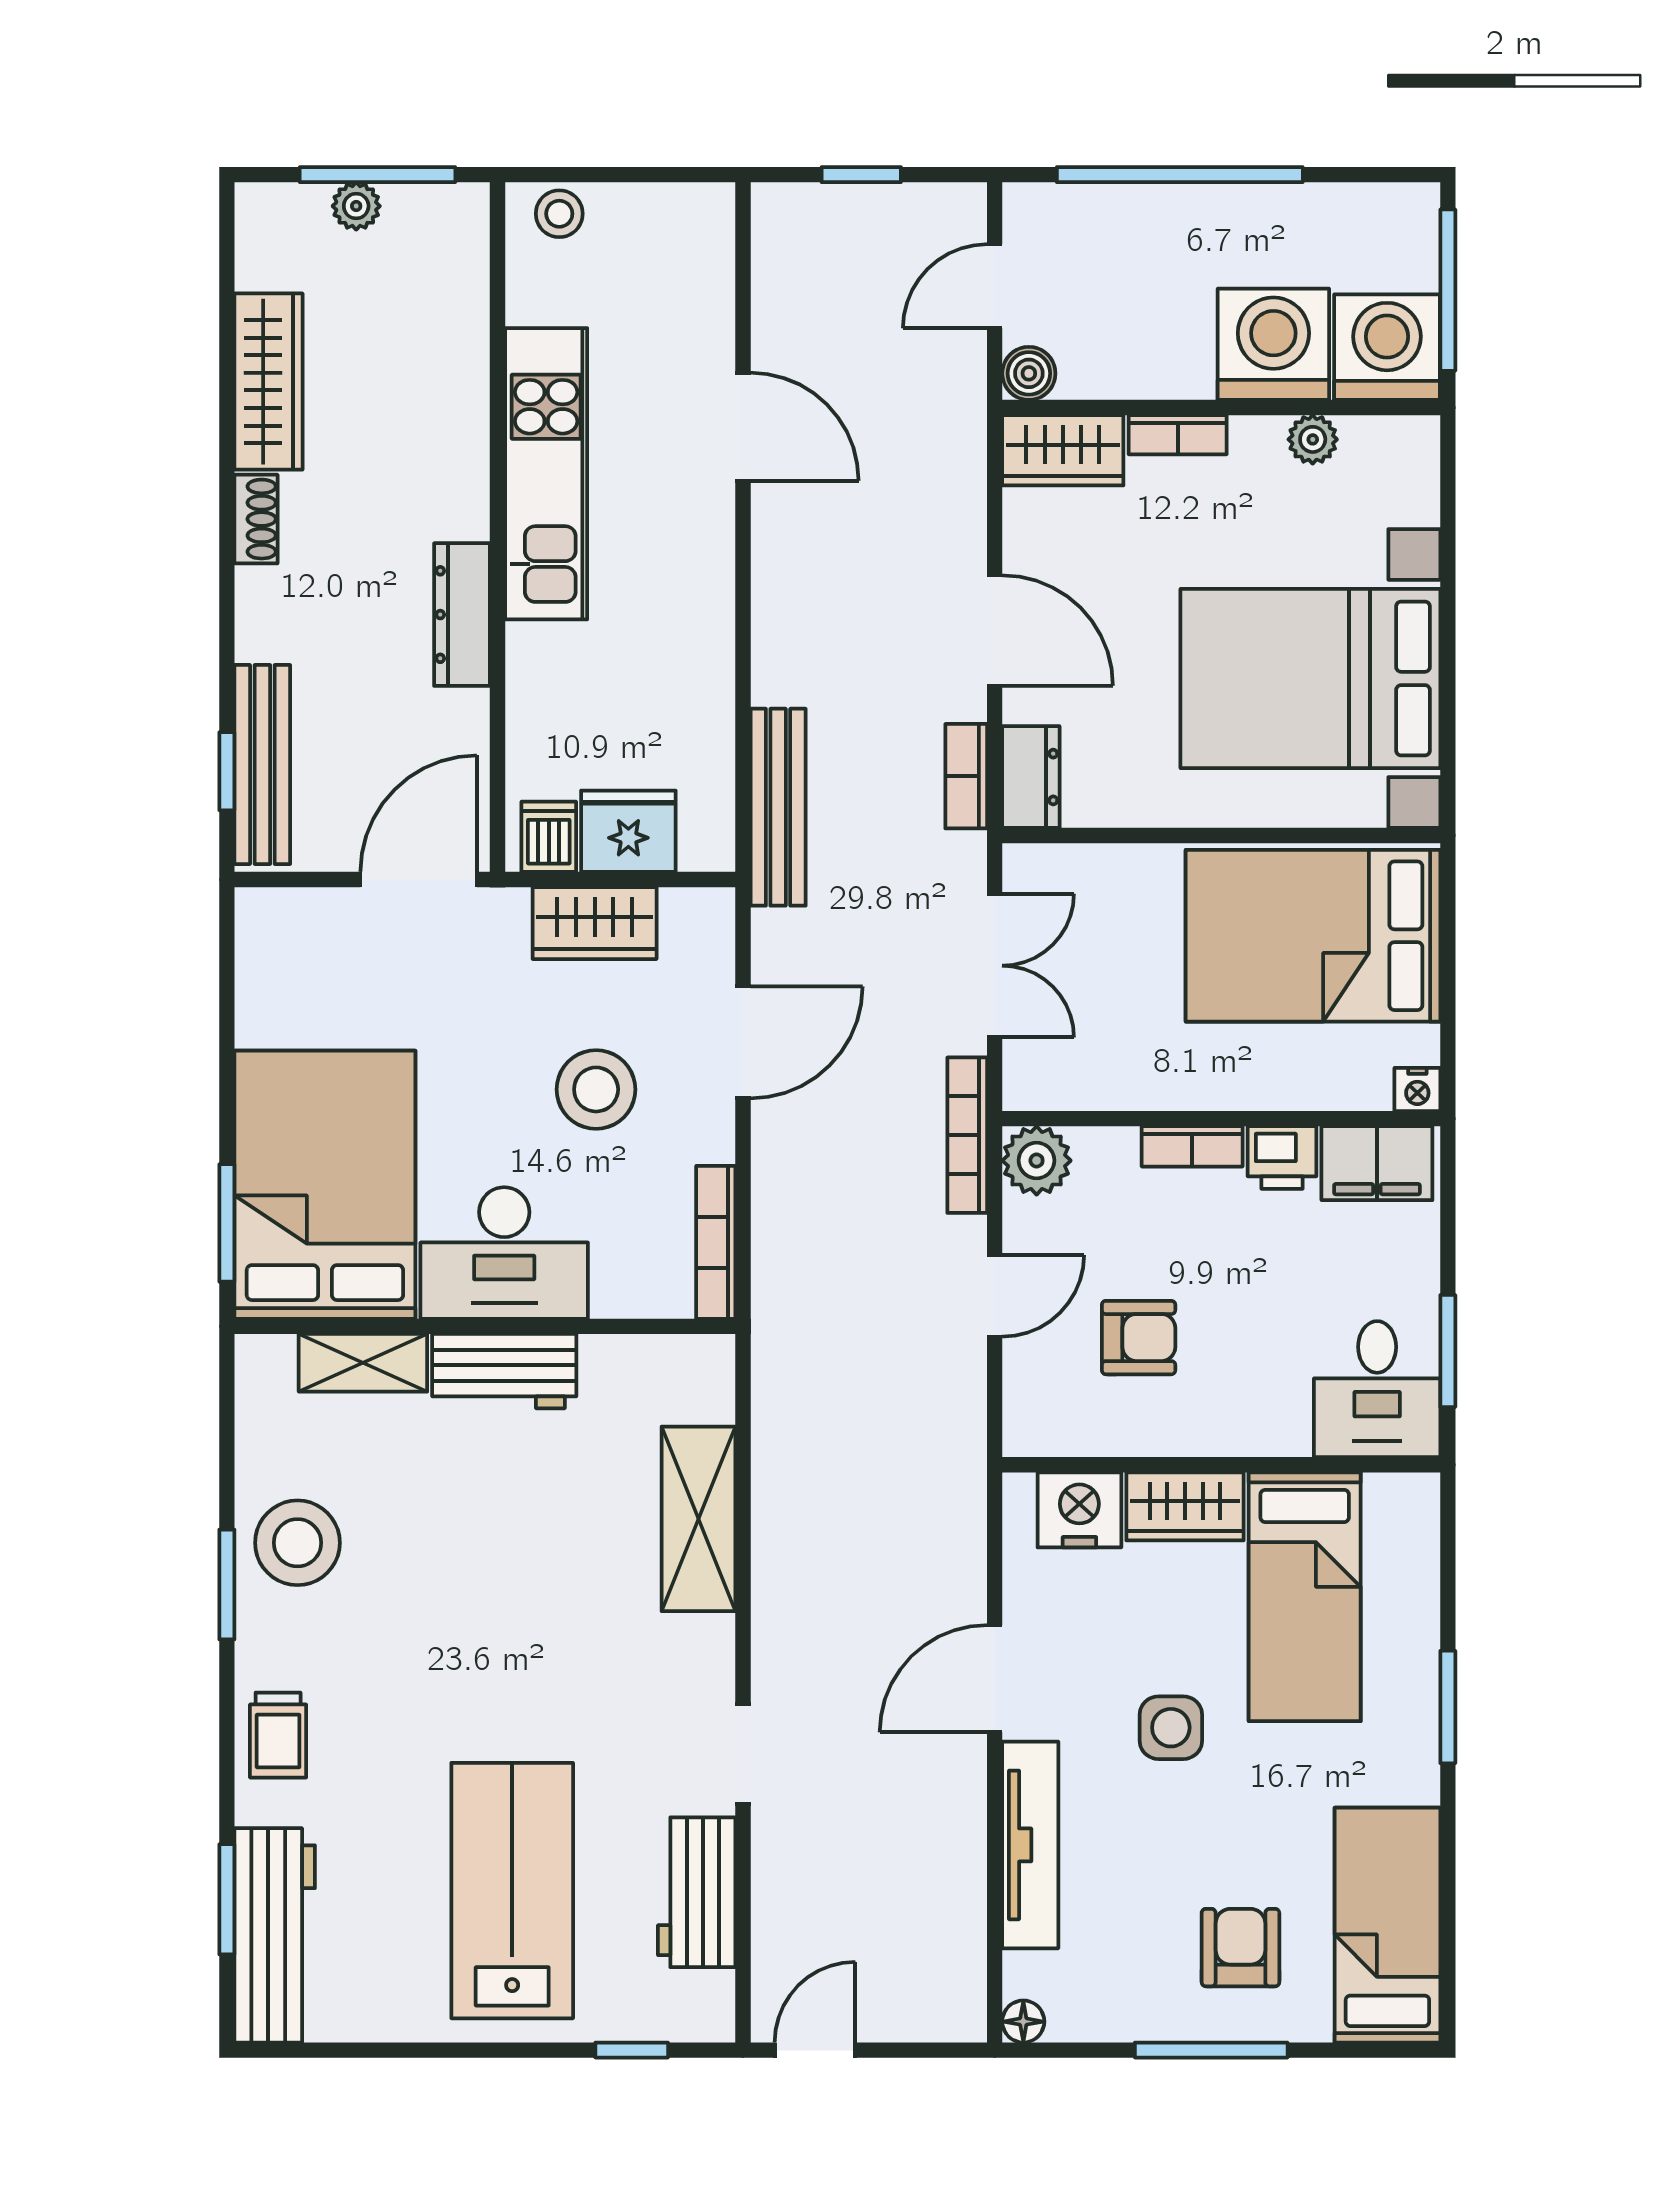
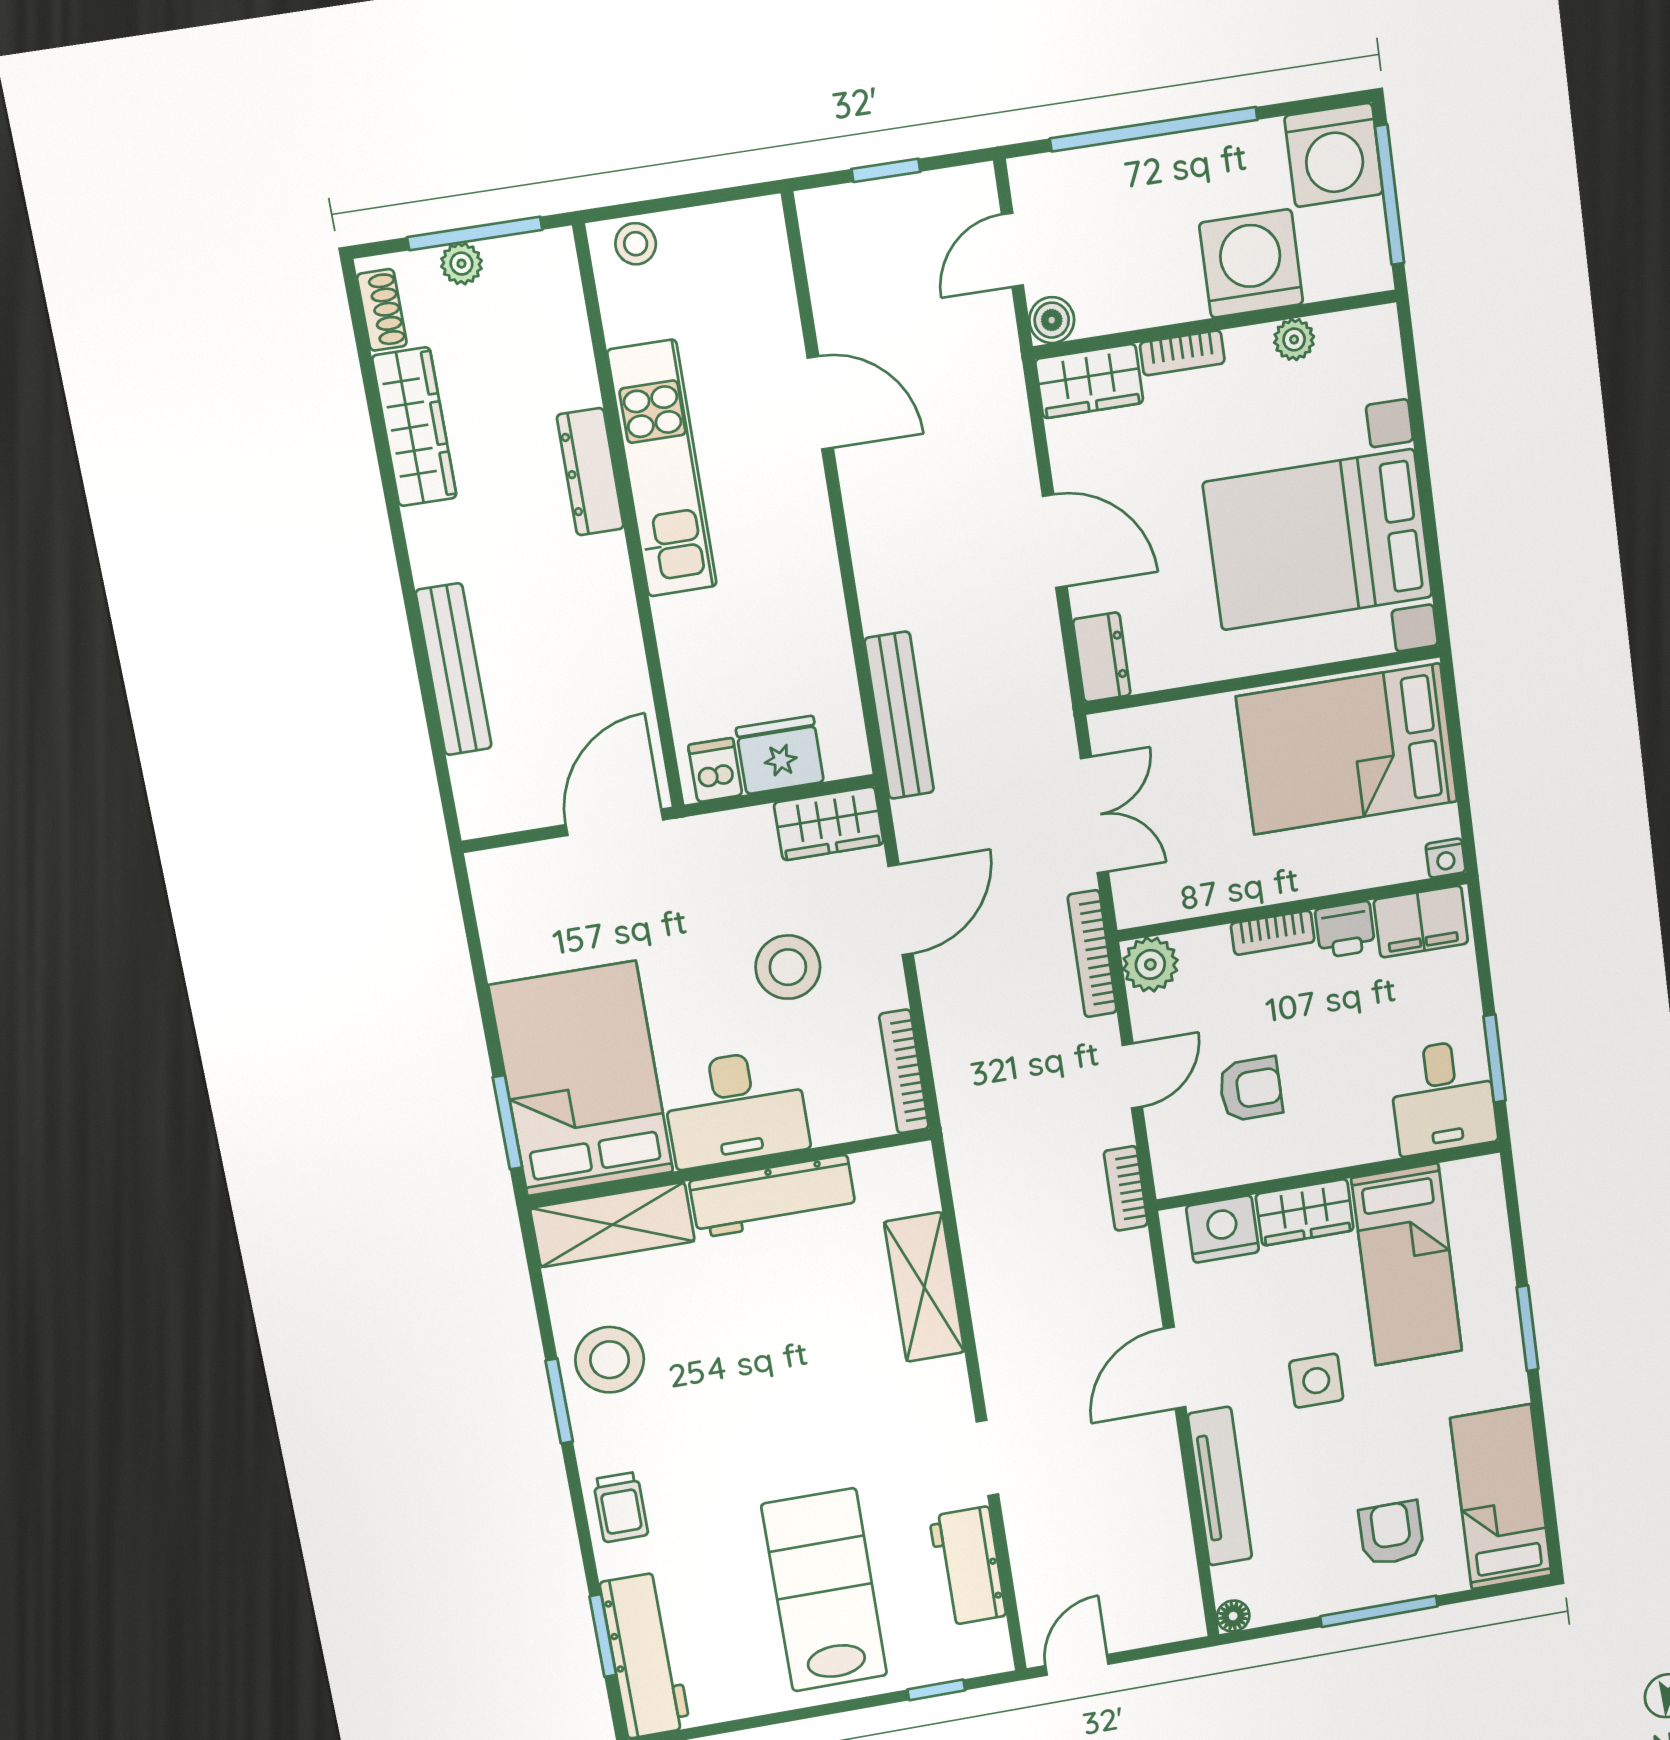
washing machine: (1387, 347) -> (1334, 155), moved, turned 180
shoe rack: (256, 519) -> (382, 310), moved
dresser: (462, 615) -> (590, 472), moved
bench: (262, 765) -> (454, 669), moved
window: (227, 771) -> (440, 759), removed
bookcase: (966, 776) -> (1126, 1188), moved
wardrobe: (595, 923) -> (829, 823), moved
shelving: (363, 1363) -> (613, 1225), width x1.50, depth x1.33
workbench: (504, 1371) -> (773, 1196), width x1.38

